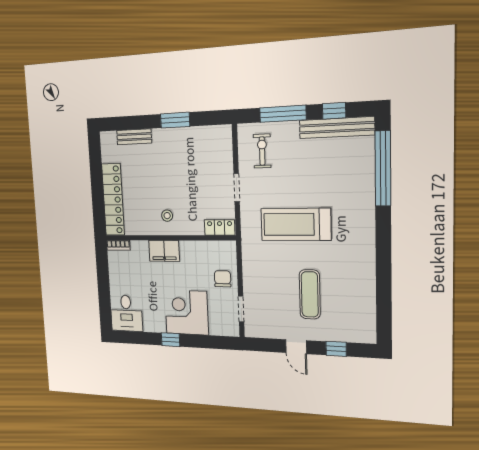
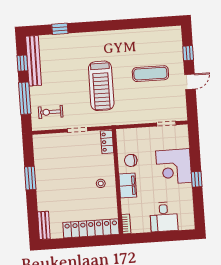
bench: (134, 137) -> (44, 225), moved
window: (383, 168) -> (60, 29), width x0.32
chair: (223, 279) -> (131, 160), moved
desk: (126, 313) -> (164, 217), moved, turned 90

